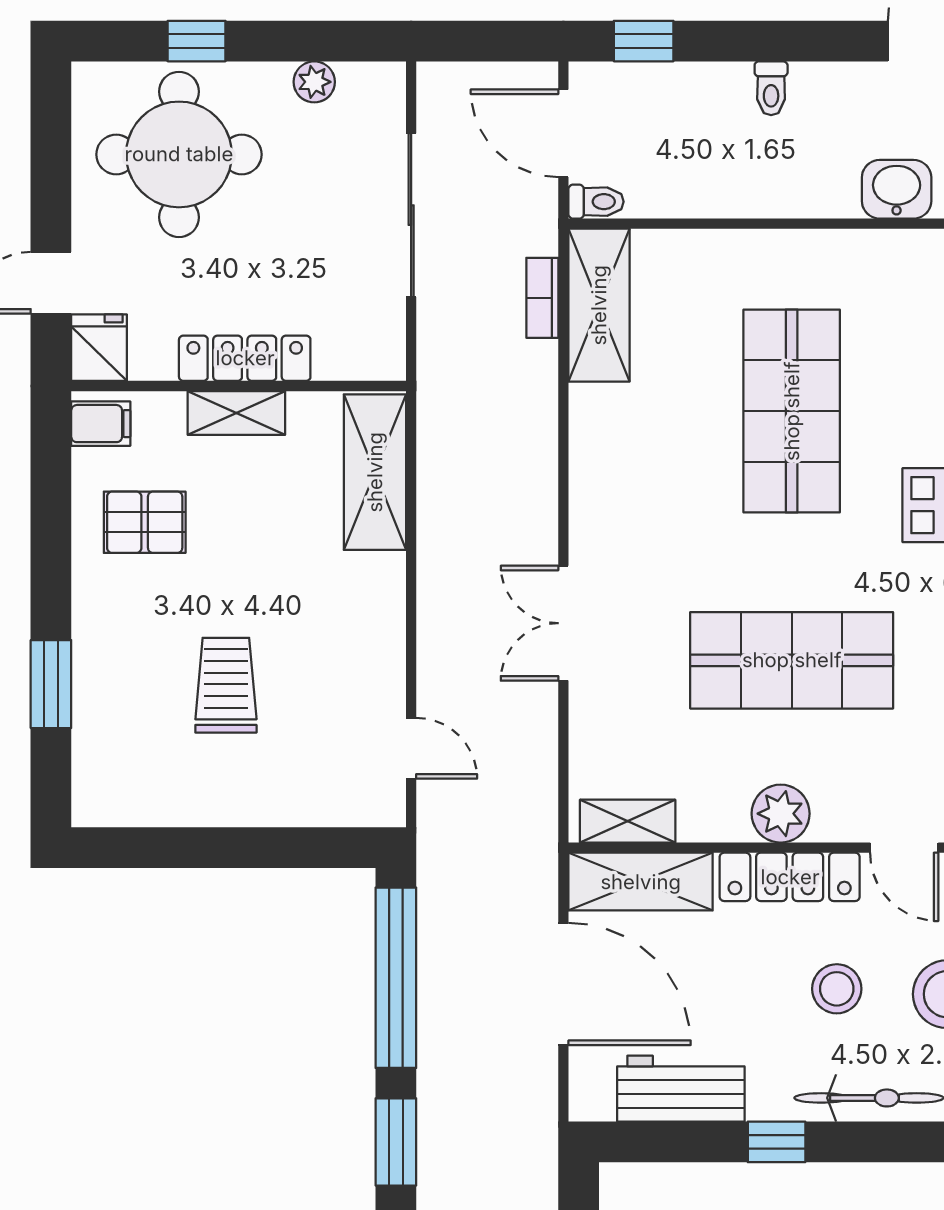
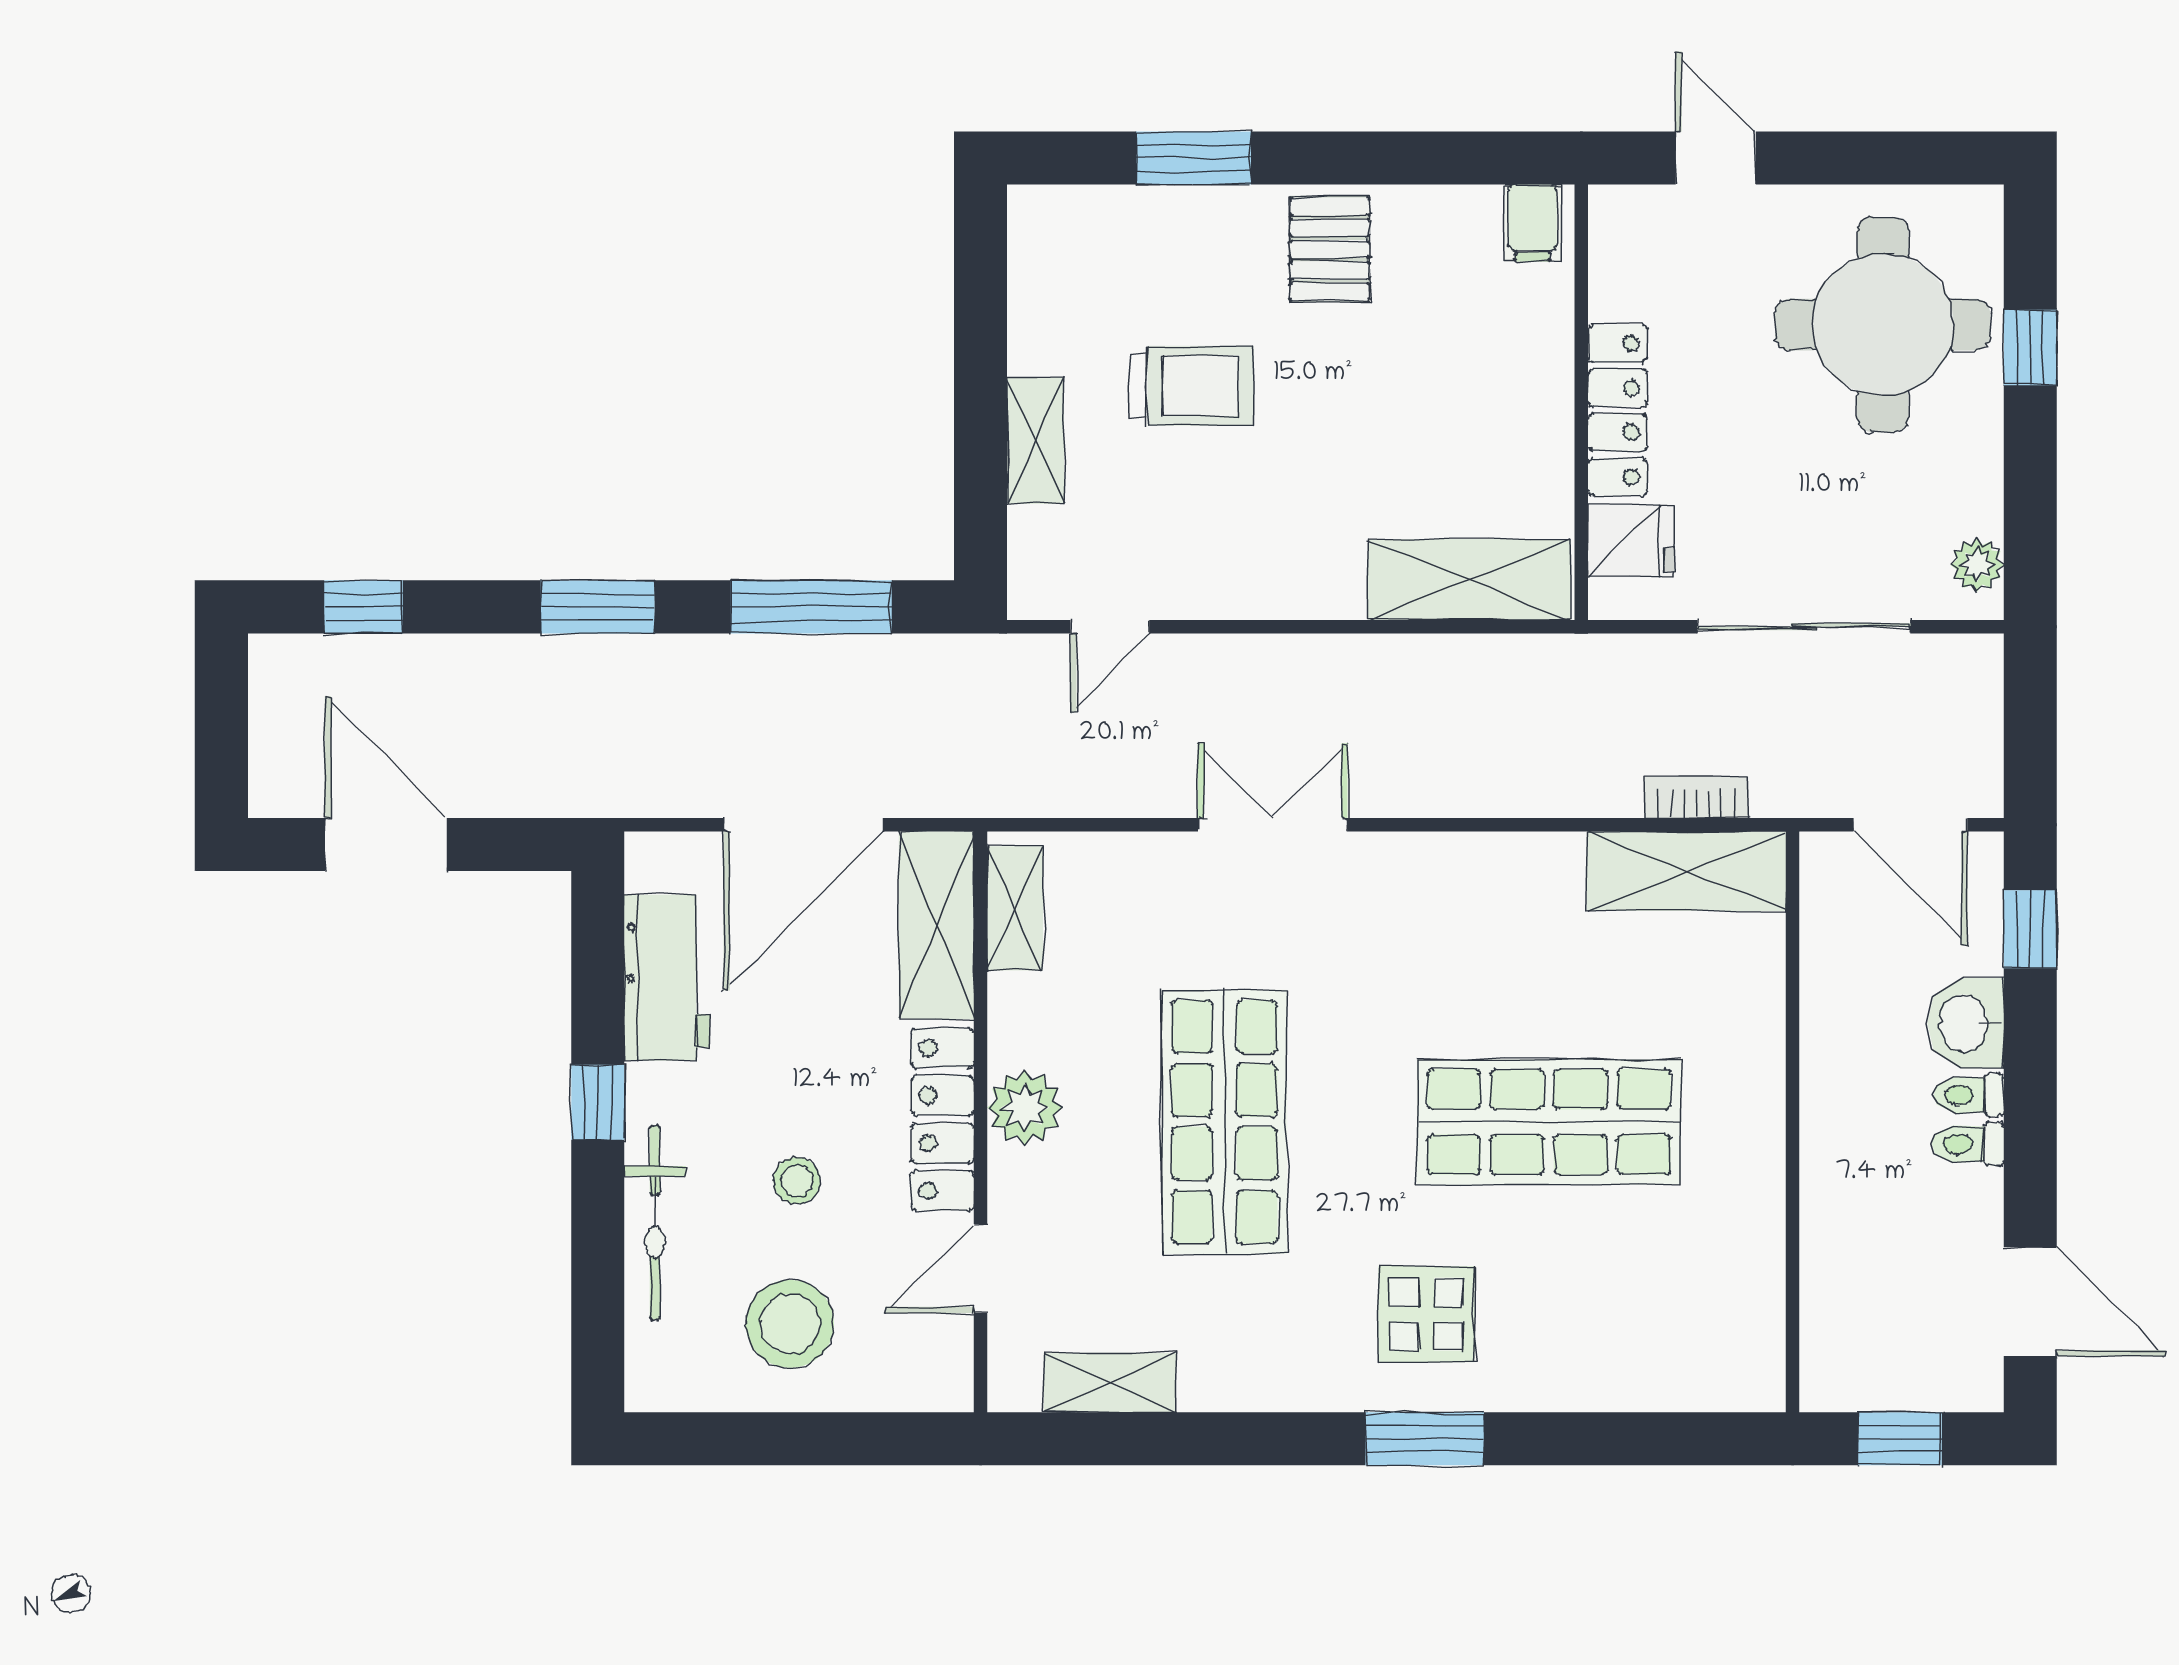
plant: (314, 82) -> (1977, 565), moved
door: (563, 133) -> (1910, 825), swing flipped
washbasin: (897, 189) -> (1966, 1023), moved, turned 180
toilet: (596, 202) -> (1968, 1144), moved, turned 90
fridge: (99, 348) -> (1631, 541), moved
shelving: (236, 413) -> (1035, 440), moved
pallet: (145, 522) -> (1330, 249), moved
window: (396, 978) -> (811, 607), width x0.68
stool: (837, 989) -> (797, 1181), width x0.73, depth x0.73

